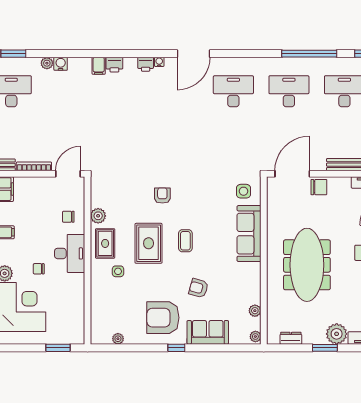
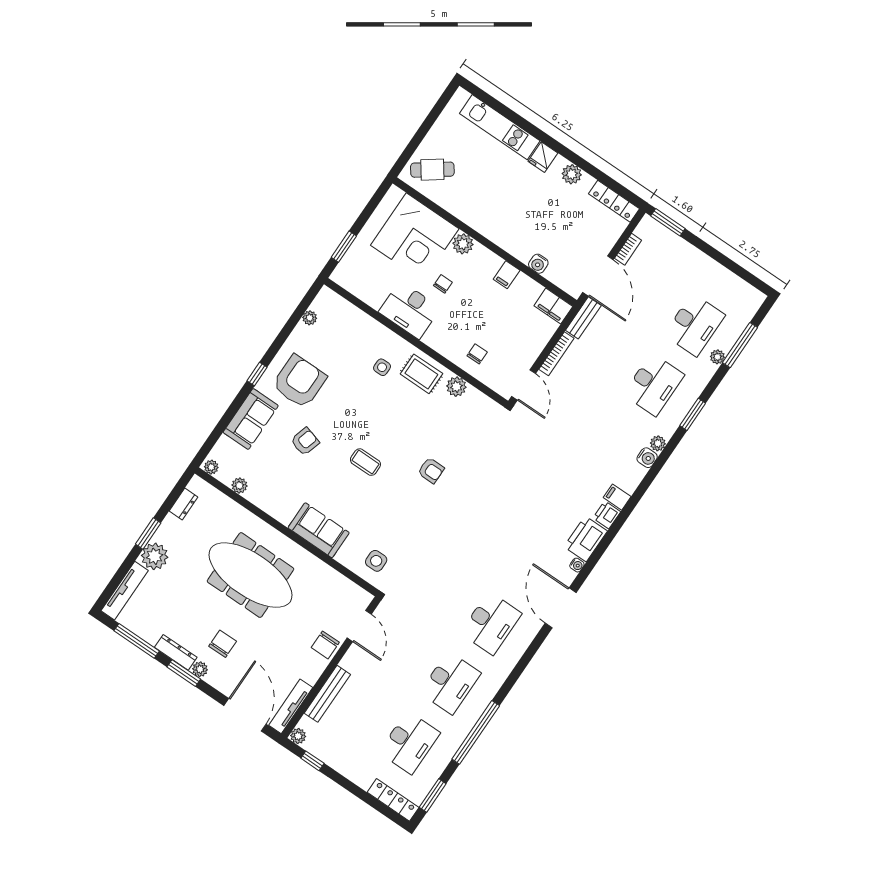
printer: (146, 64) -> (586, 539), width x1.87, depth x1.48
door: (292, 174) -> (359, 626), width x0.73
sofa: (249, 234) -> (319, 530), width x0.73
rug: (149, 243) -> (390, 421), removed
desk: (70, 253) -> (410, 310), moved

